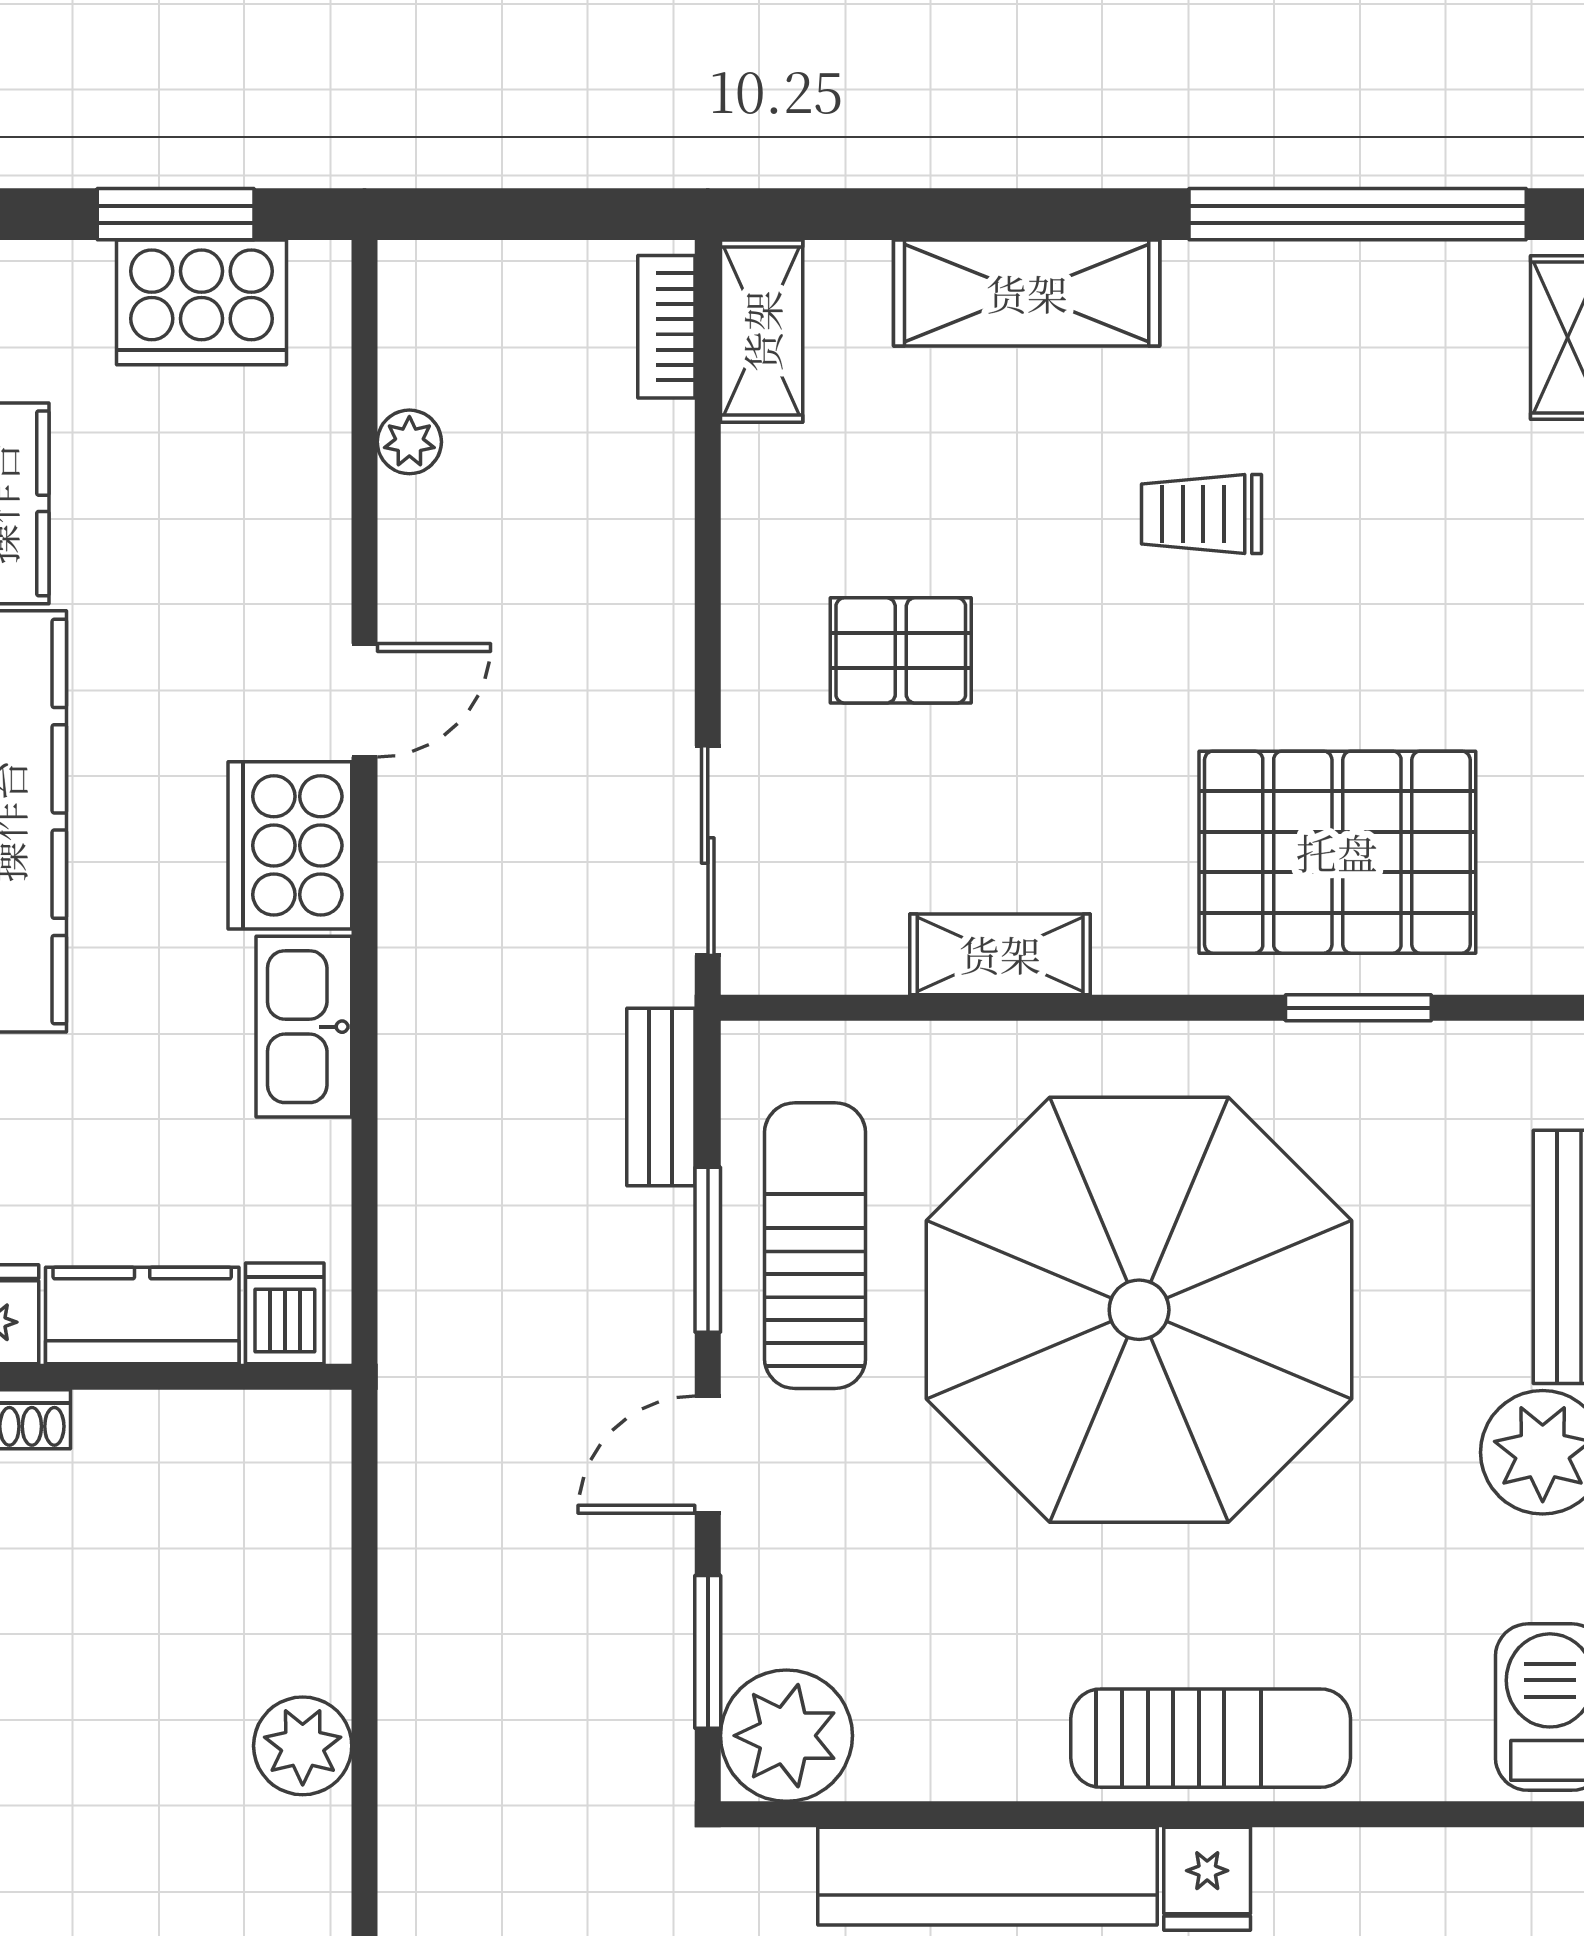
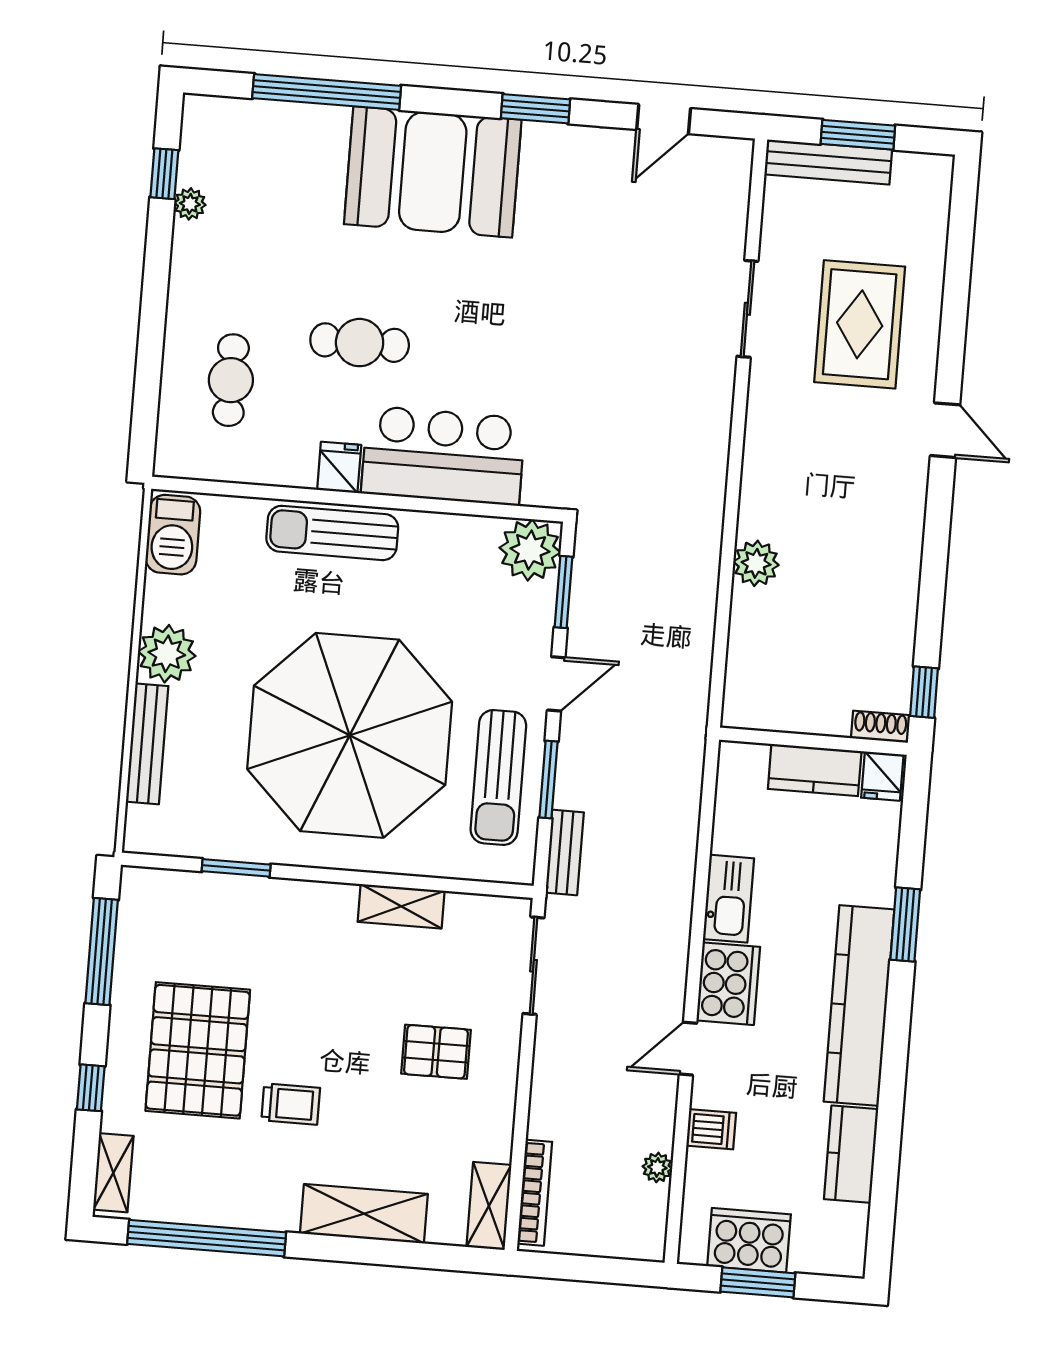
bookcase: (666, 327) -> (535, 1193), width x1.56
pallet: (1337, 852) -> (198, 1050), moved, turned 90
dishwasher: (285, 1313) -> (711, 1129), moved, turned -90

